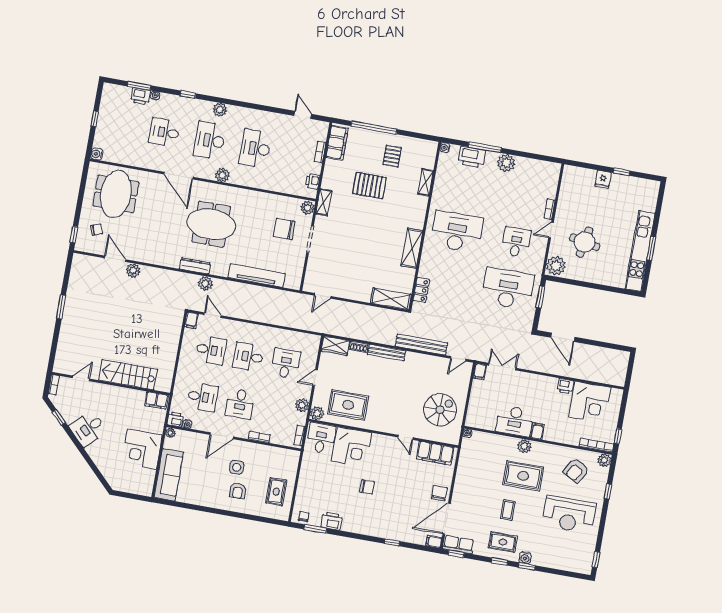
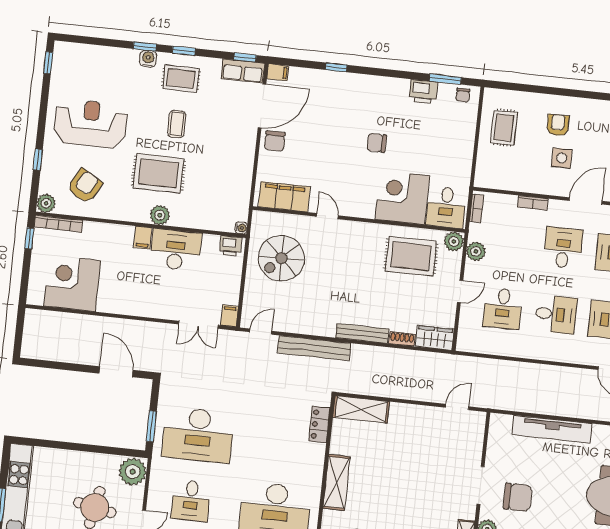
printer: (565, 386) -> (231, 246), moved, turned 180

